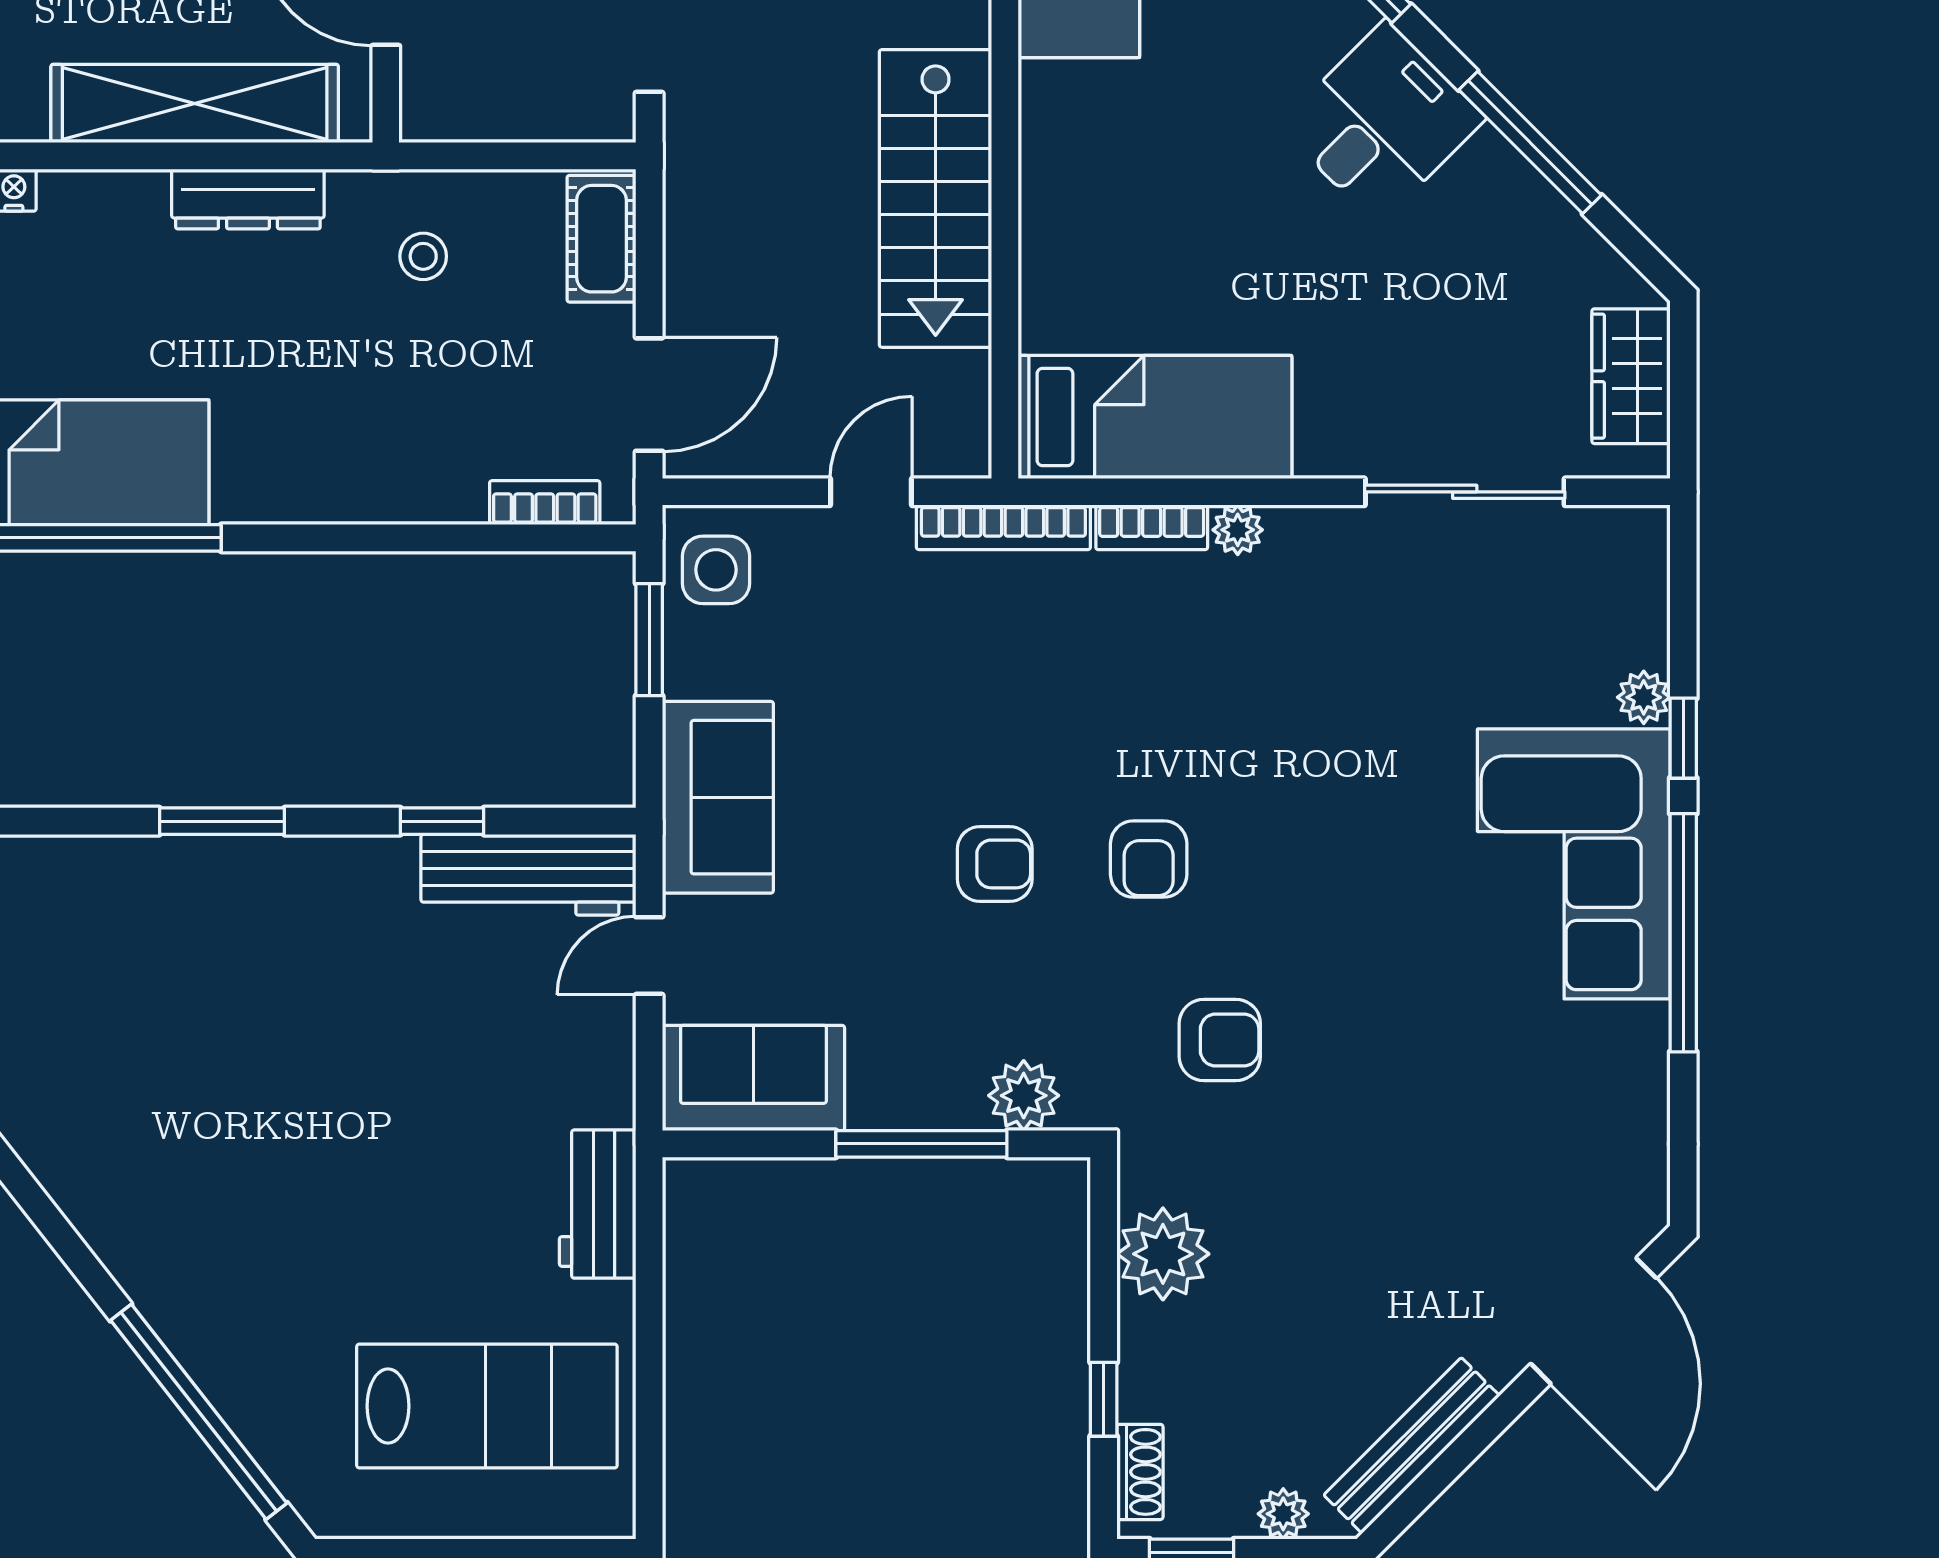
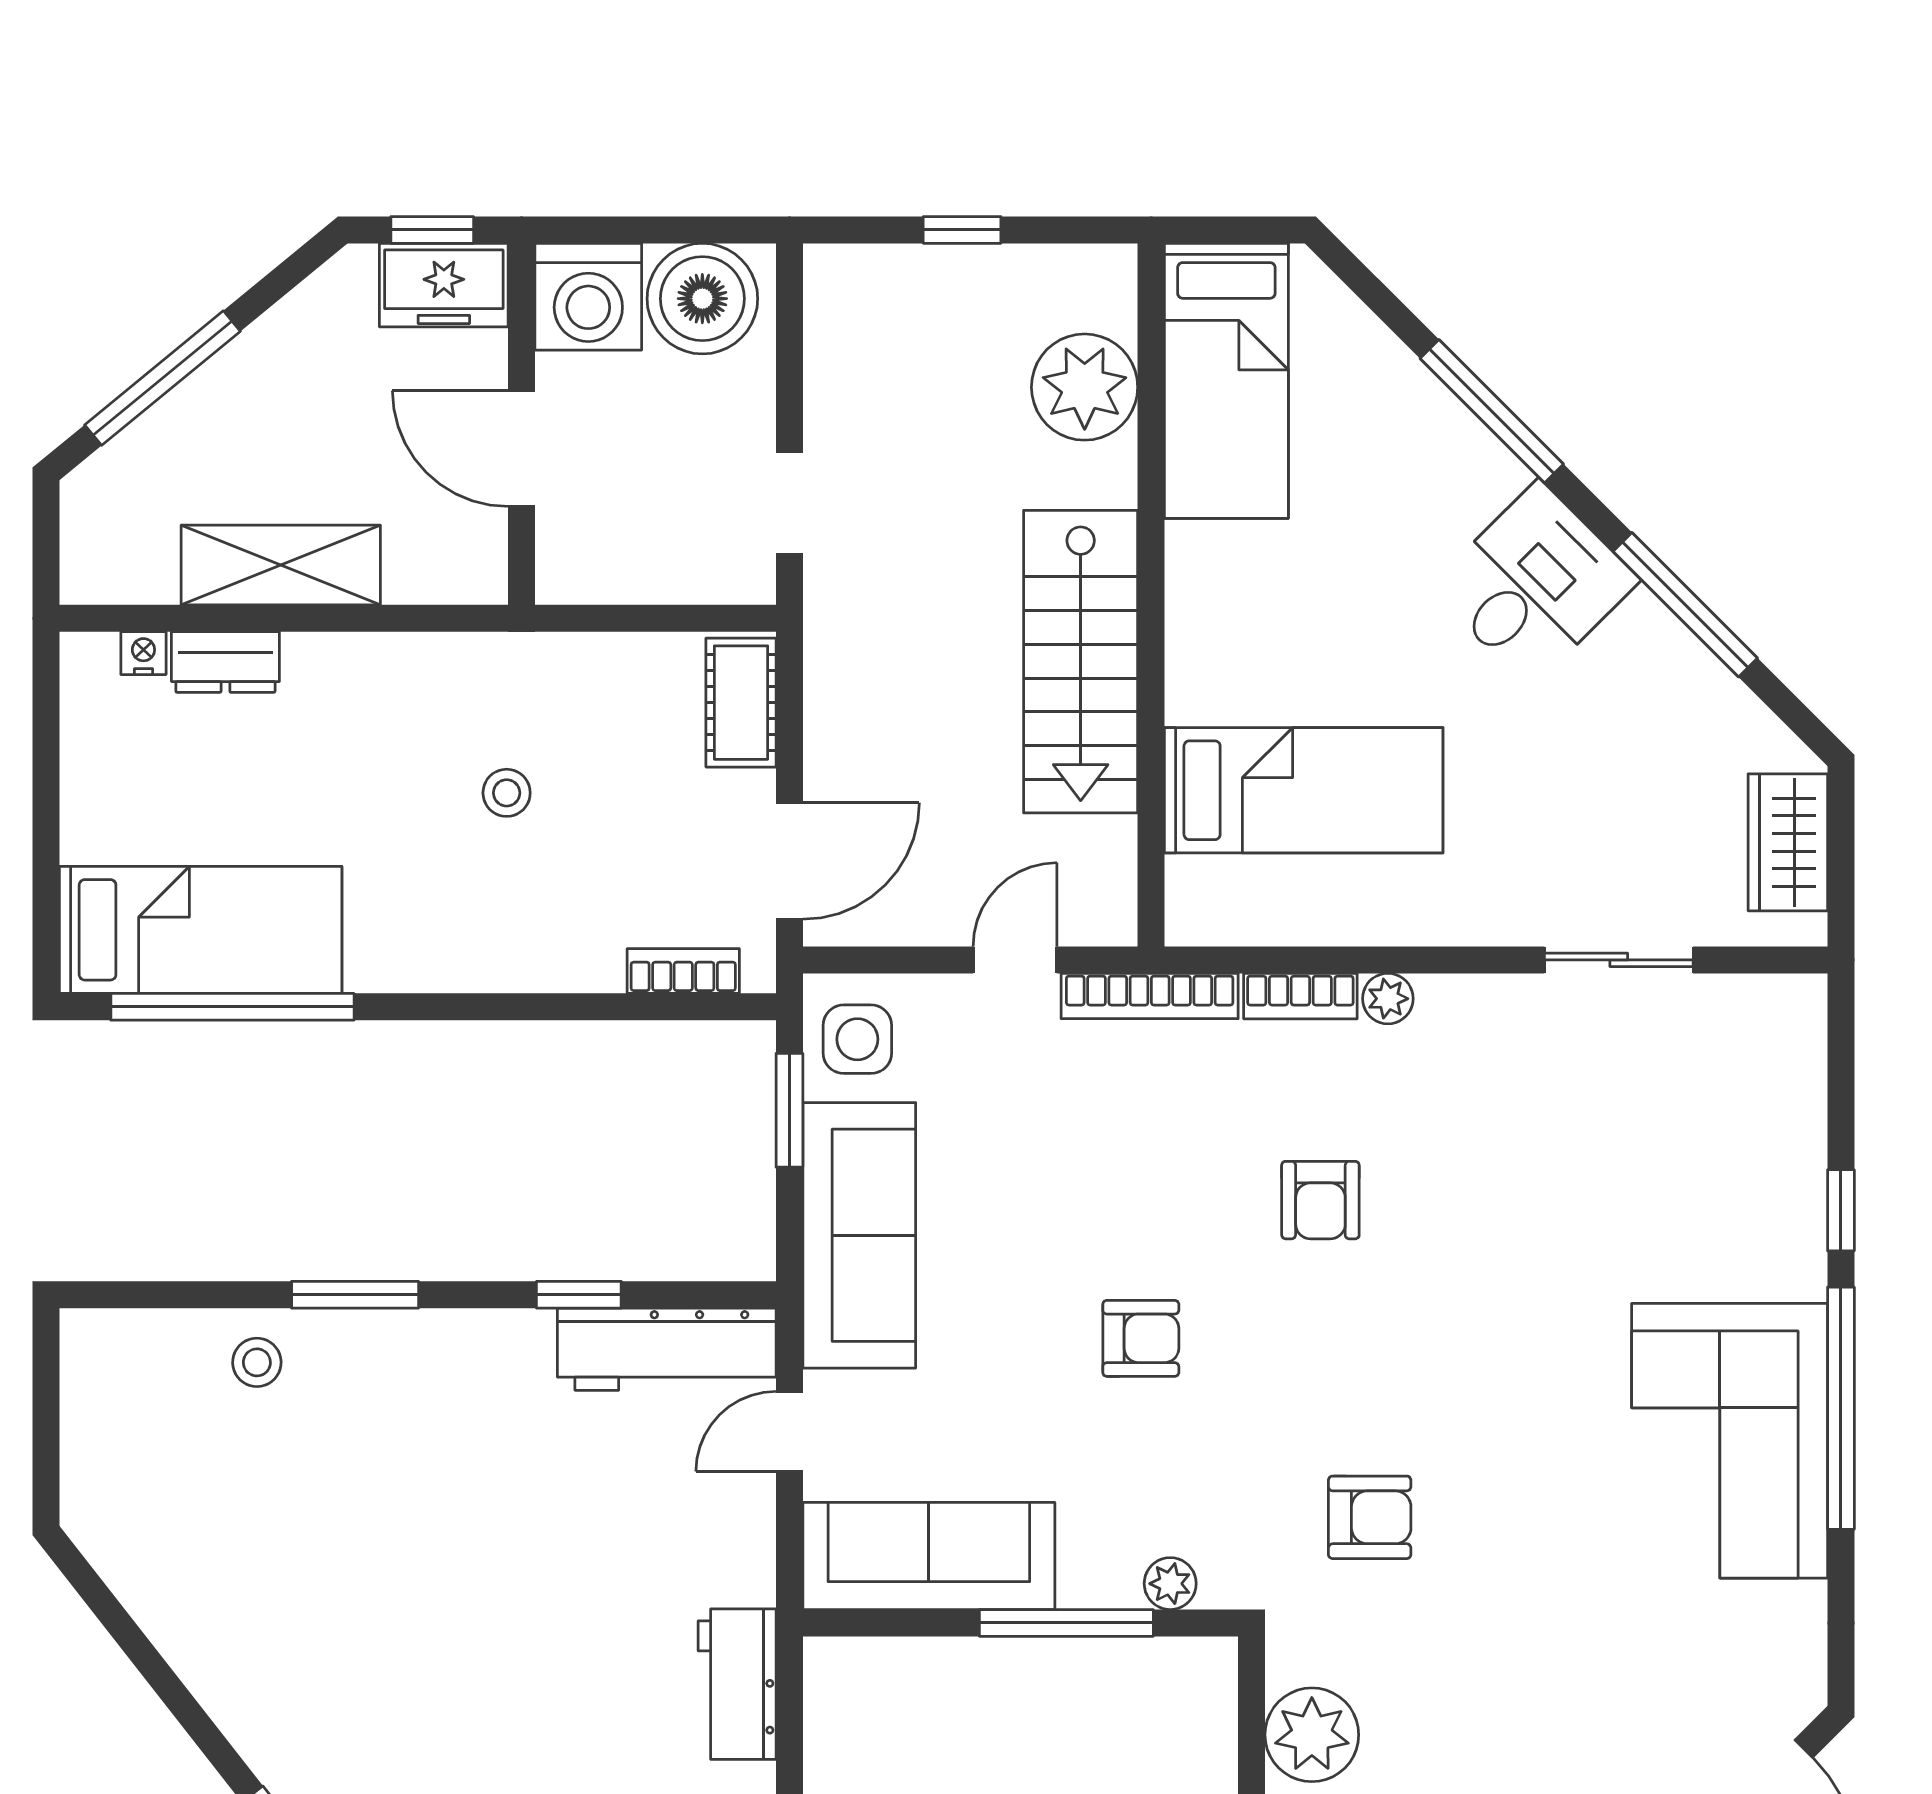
shelving: (195, 104) -> (281, 565), width x0.68
dresser: (248, 199) -> (225, 662), moved, width x0.70
stool: (423, 256) -> (507, 793), moved
bed: (1155, 417) -> (1304, 790), moved
sliding door: (1465, 492) -> (1619, 960), width x0.73
plant: (1644, 697) -> (1801, 1169), removed
sofa: (718, 797) -> (859, 1235), width x1.36
armchair: (1149, 859) -> (1320, 1200), moved
corner sofa: (1574, 864) -> (1730, 1441), moved
stool: (125, 888) -> (257, 1362), added
sofa: (753, 1078) -> (929, 1556), width x1.36
plant: (1024, 1096) -> (1170, 1584), width x0.73, depth x0.73

